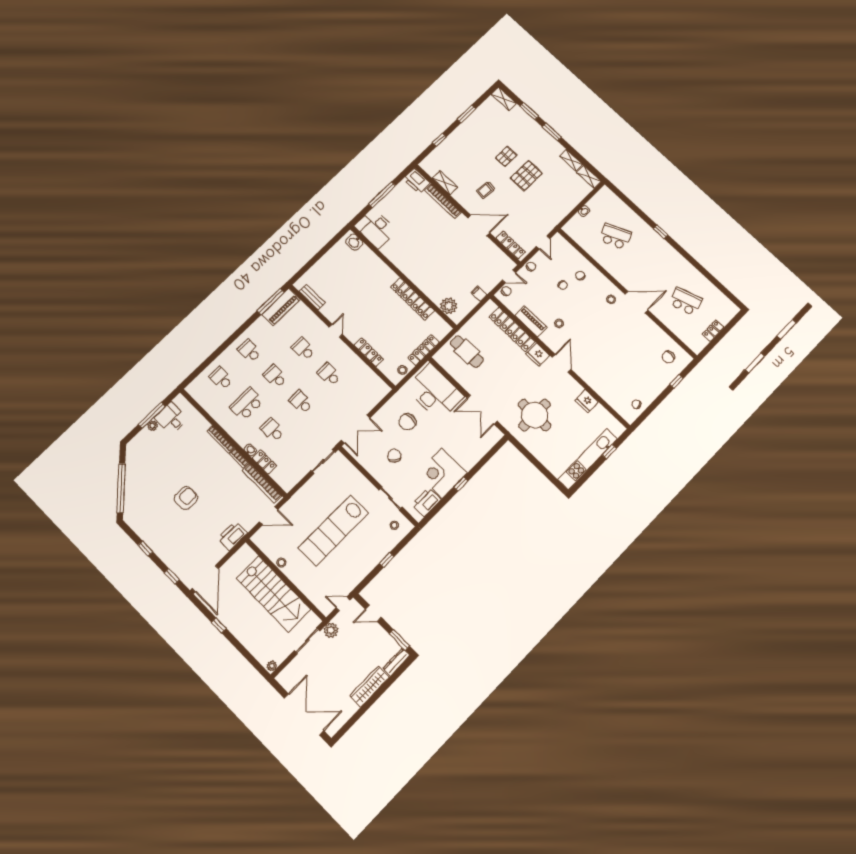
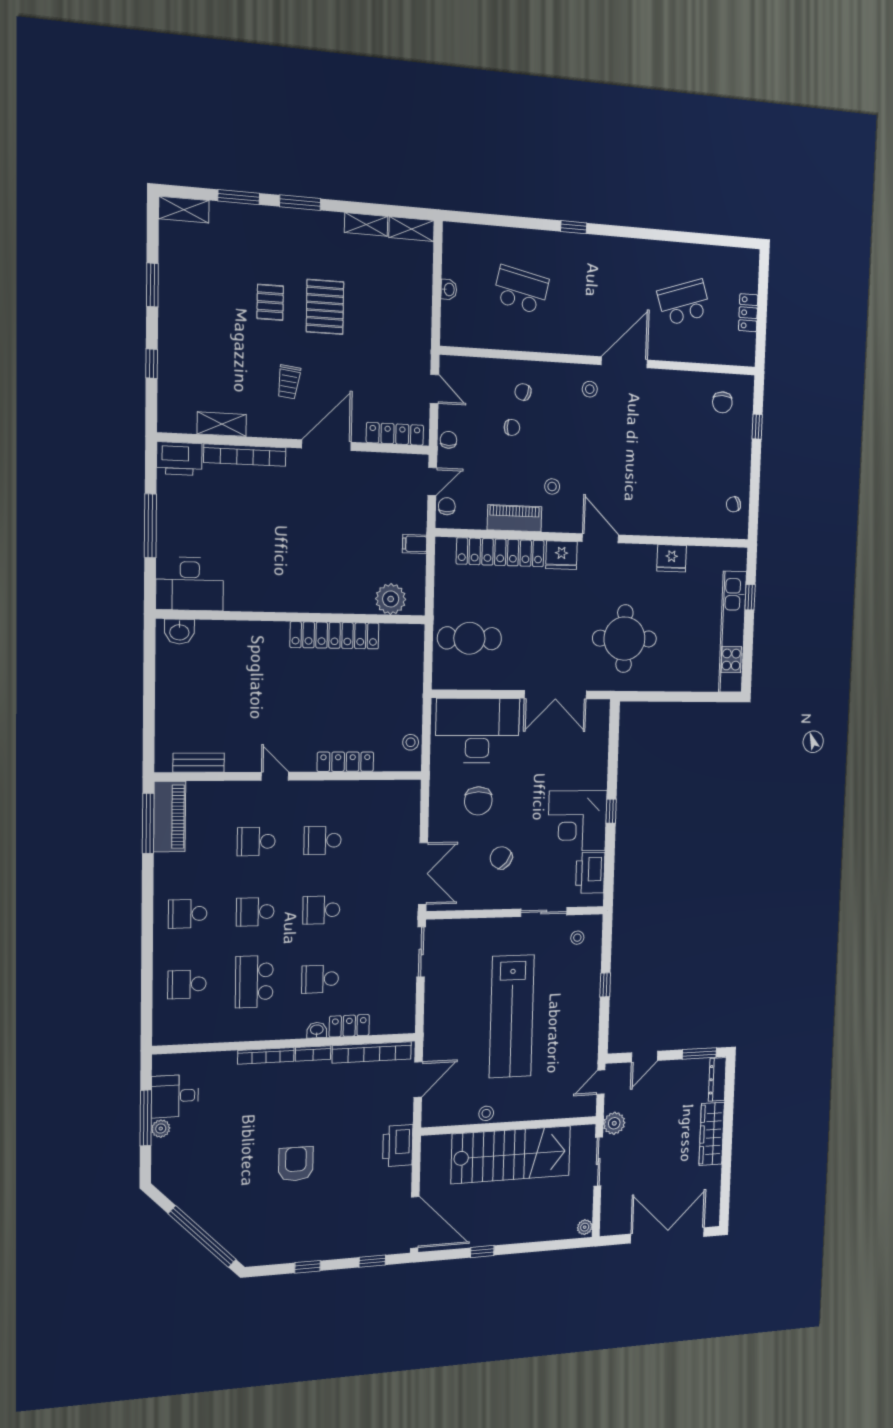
school desk: (615, 236) -> (521, 290), turned 36
locker: (424, 350) -> (413, 690), removed

